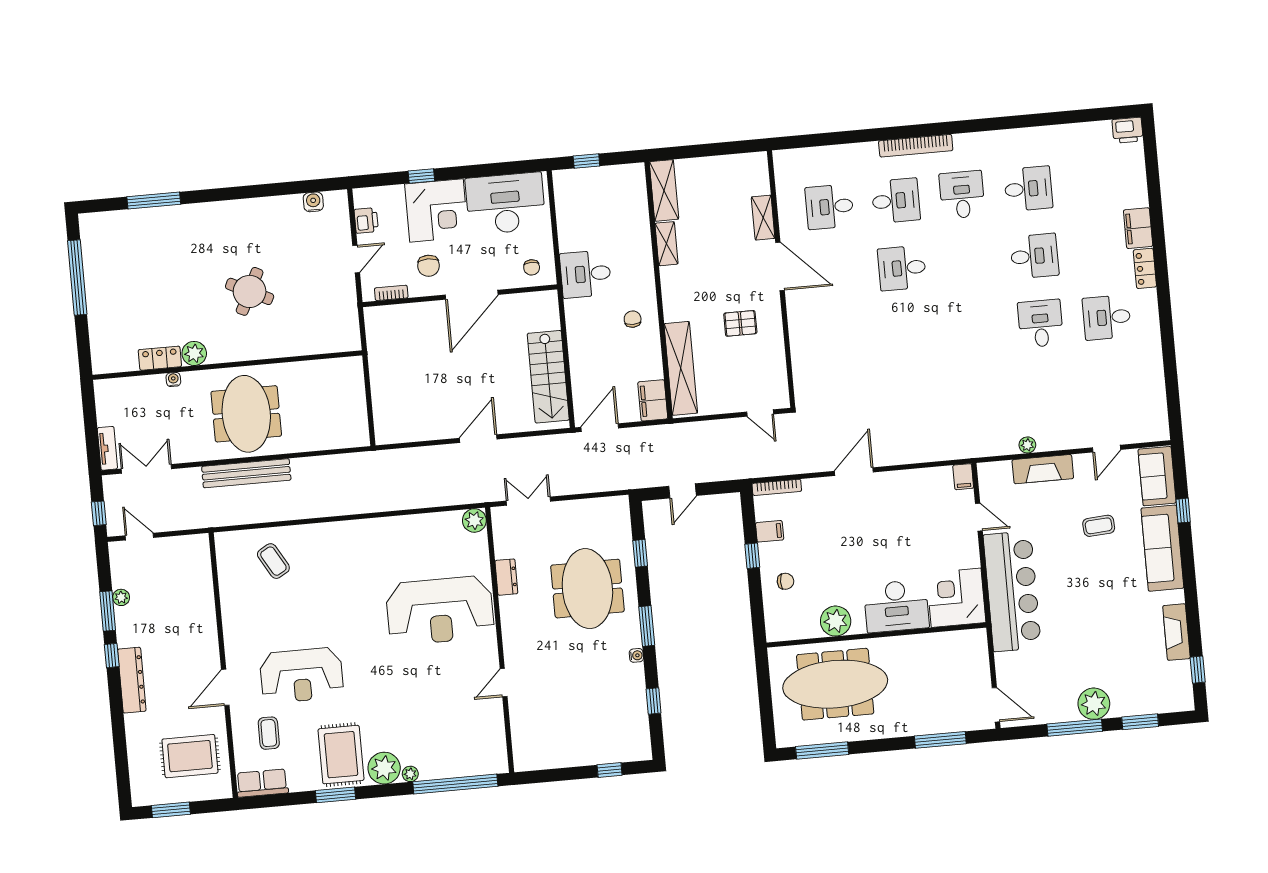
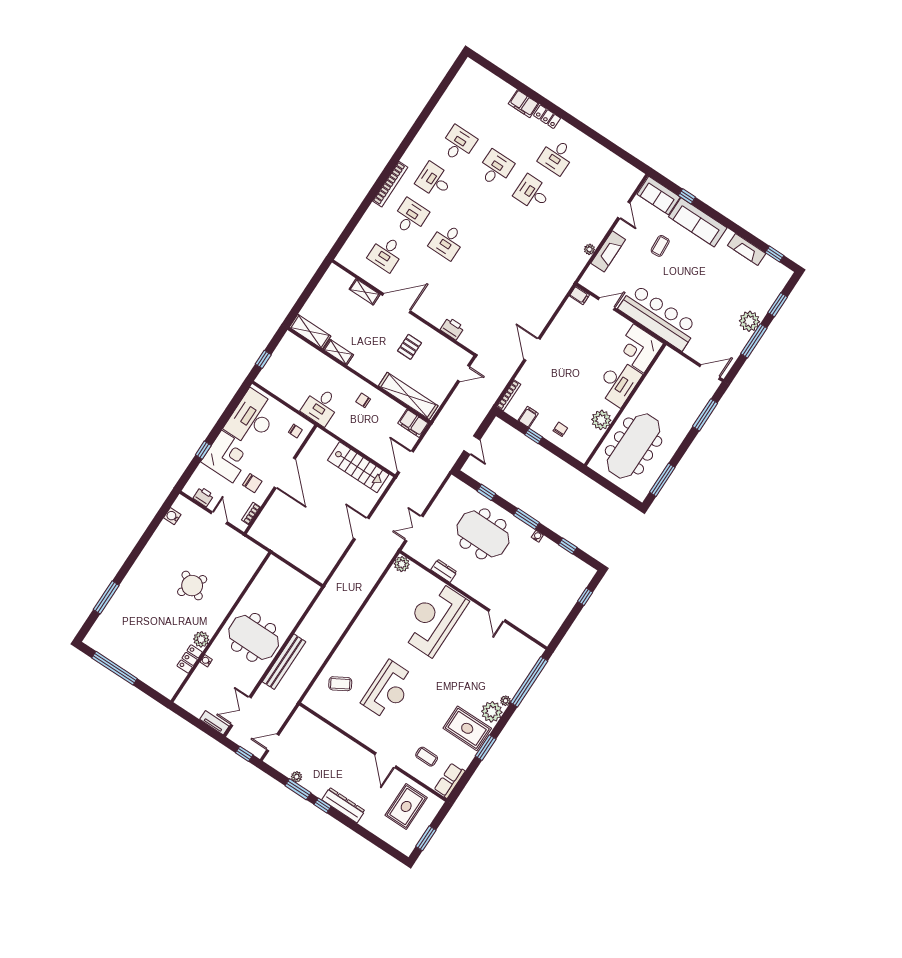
printer: (1128, 130) -> (452, 328), moved, turned -90
reception desk: (440, 611) -> (434, 619), turned 180
reception desk: (302, 675) -> (388, 690), moved

